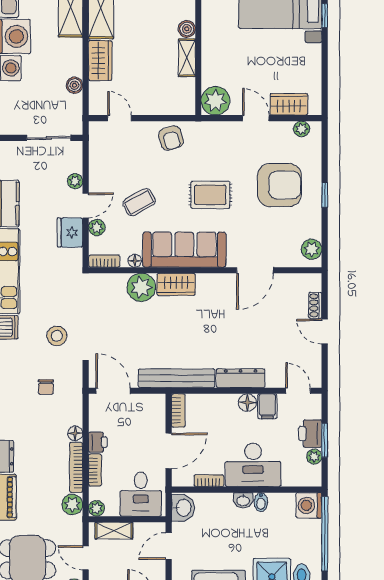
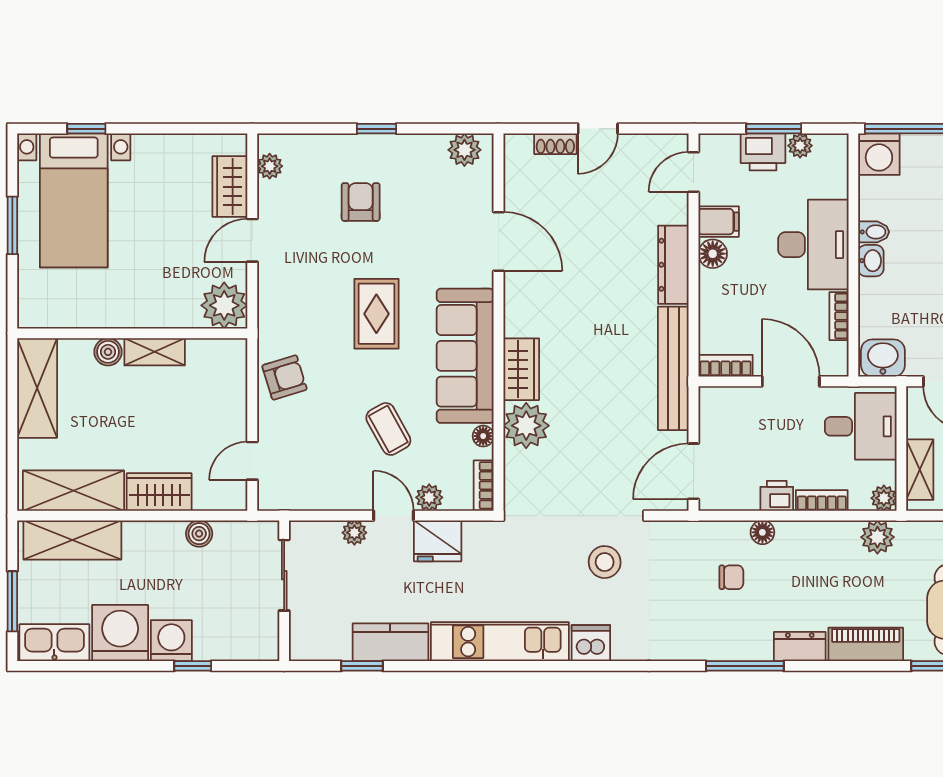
armchair: (279, 185) -> (361, 202), width x0.53, depth x0.53
chair: (46, 387) -> (731, 577), moved
bookcase: (76, 467) -> (818, 531), removed

